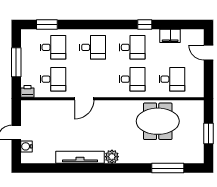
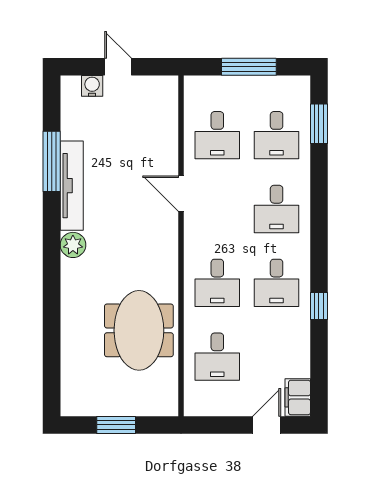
filing cabinet: (170, 36) -> (298, 397), moved
printer: (27, 91) -> (195, 88), removed
window: (168, 168) -> (52, 161), moved

